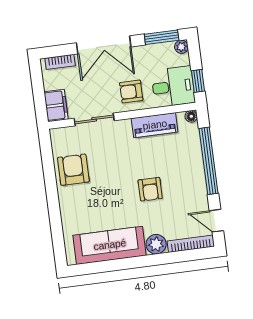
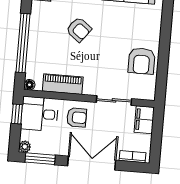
armchair: (150, 189) -> (79, 29), turned 128

